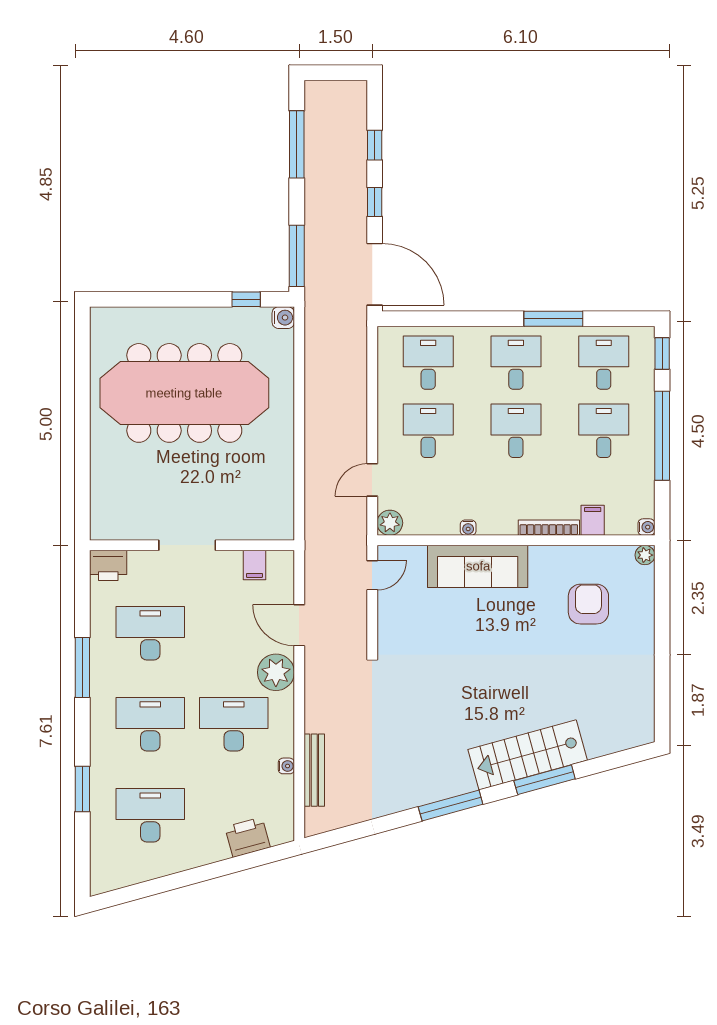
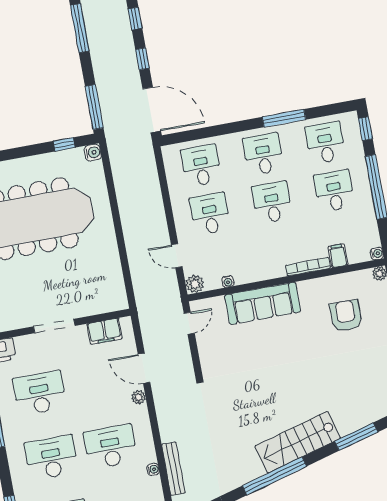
door: (372, 480) -> (177, 256), hinge flipped
water cooler: (468, 528) -> (228, 281), moved
filing cabinet: (254, 565) -> (104, 331), width x2.00
plant: (276, 672) -> (139, 397), width x0.53, depth x0.53
stairs: (528, 755) -> (298, 442), moved
window: (545, 780) -> (356, 437), moved
window: (451, 806) -> (274, 476), width x1.46

